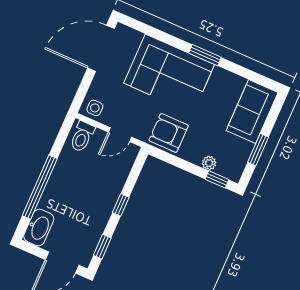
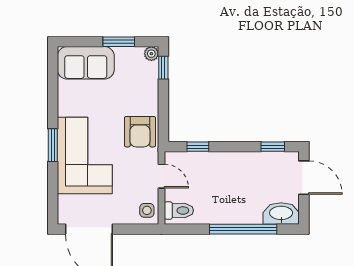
window: (205, 55) -> (53, 145), moved
plant: (209, 163) -> (151, 54), moved
window: (121, 205) -> (198, 147), moved

